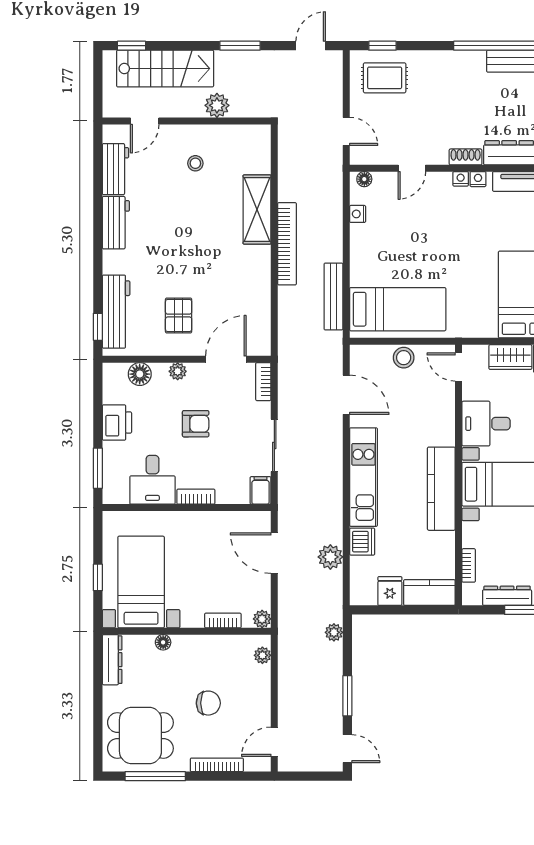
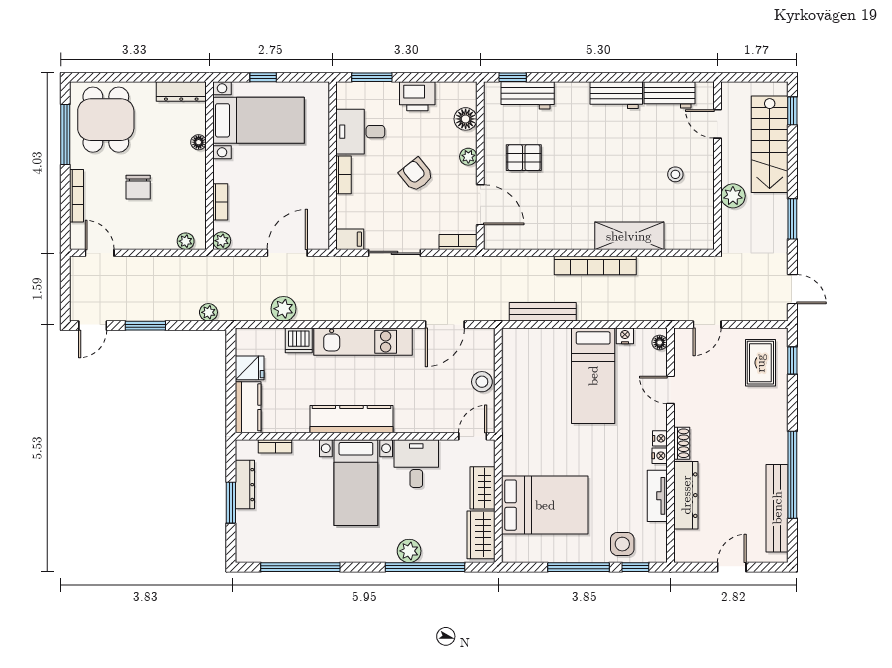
bed: (398, 309) -> (593, 376), moved
workbench: (116, 312) -> (528, 95), width x0.73
armchair: (196, 424) -> (416, 175), turned 141

